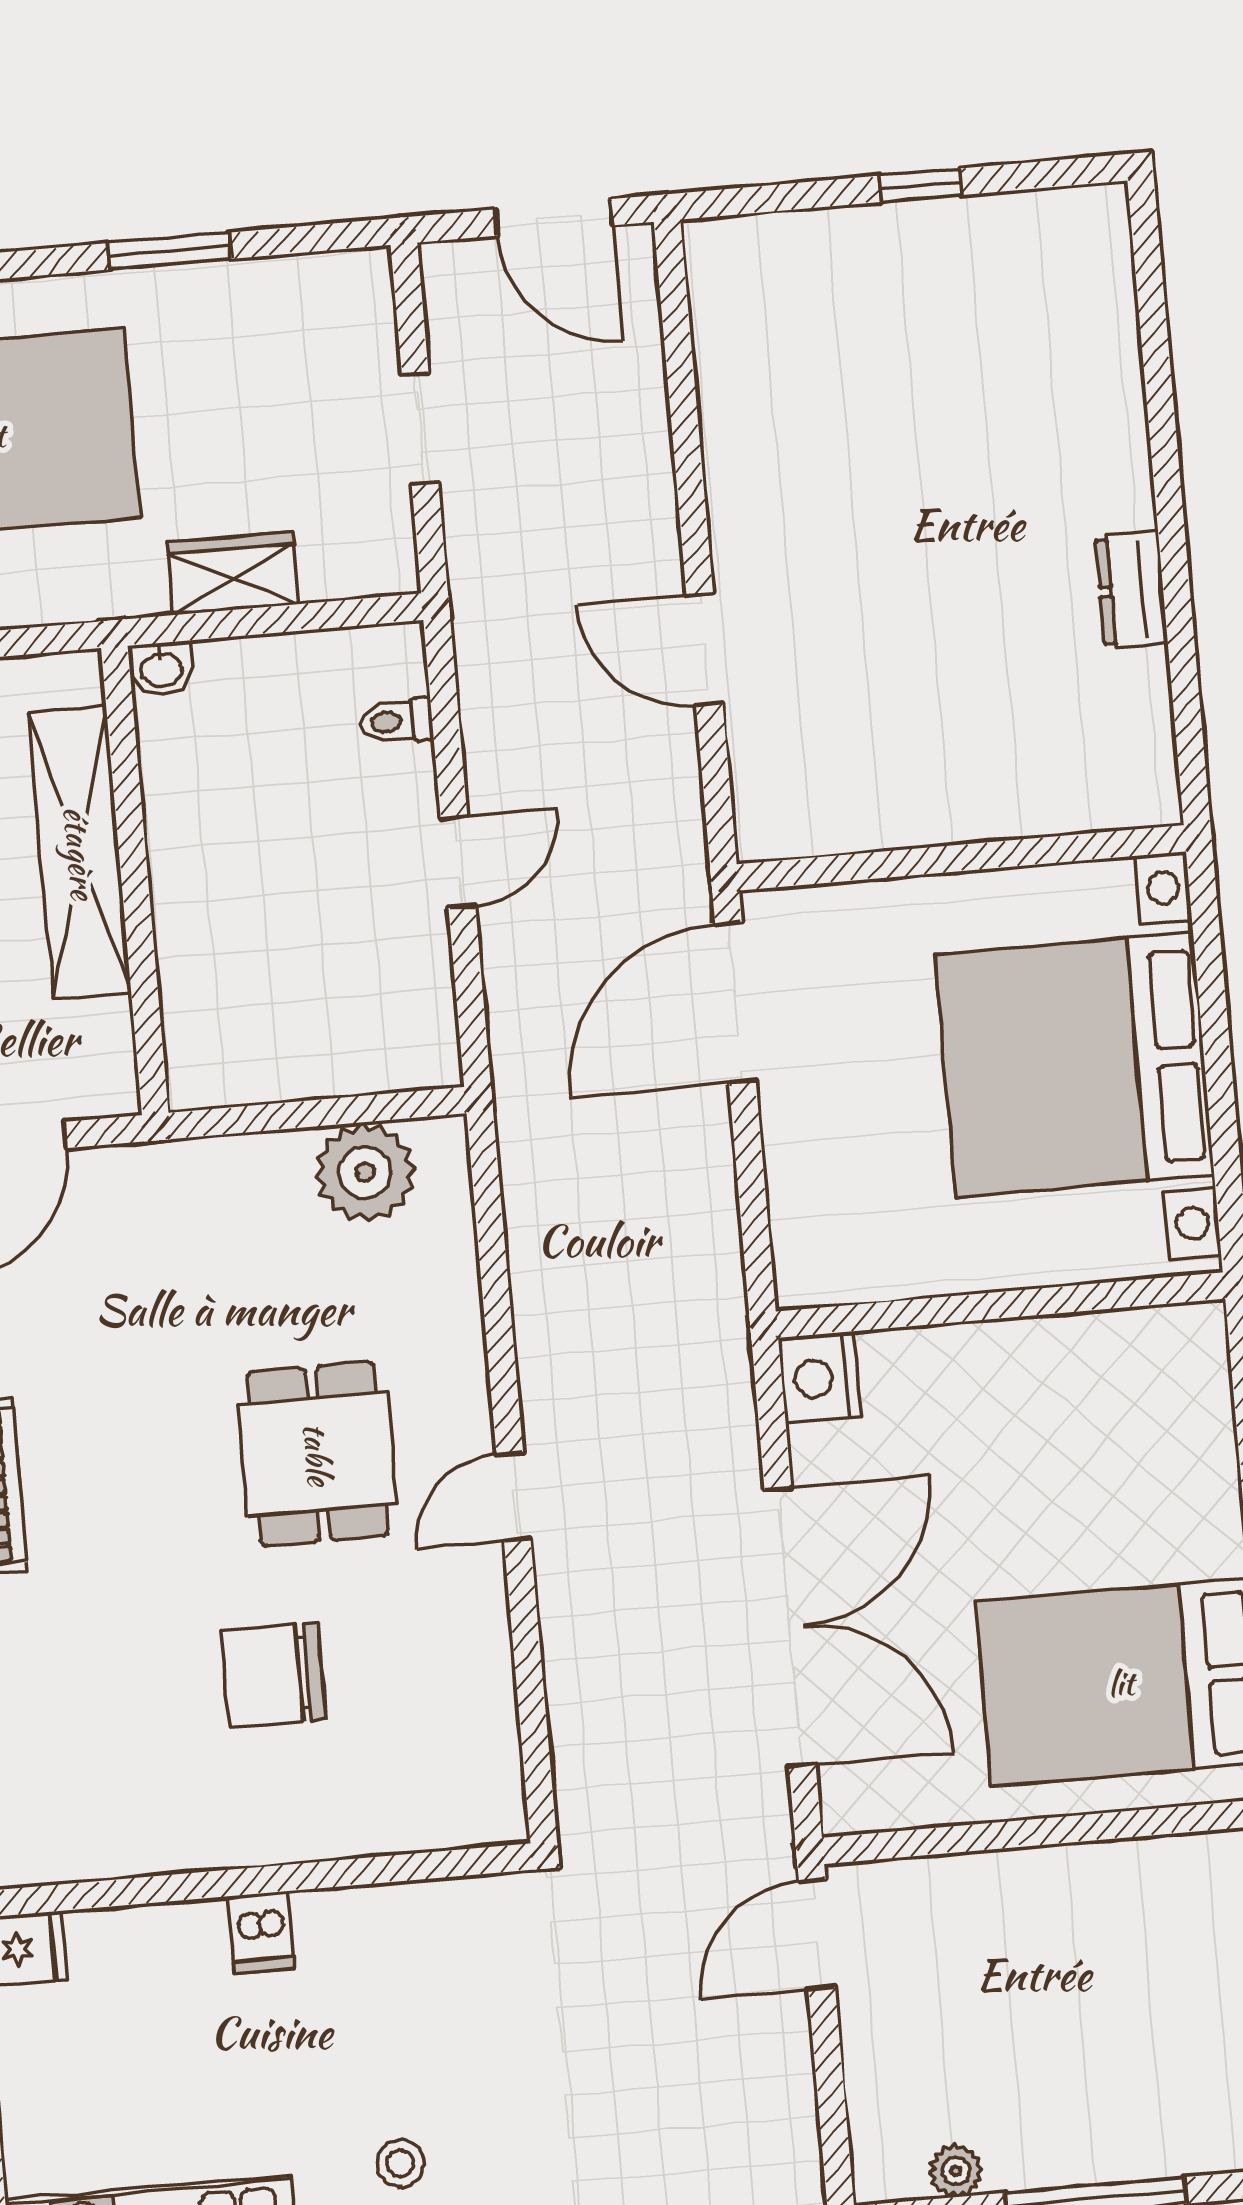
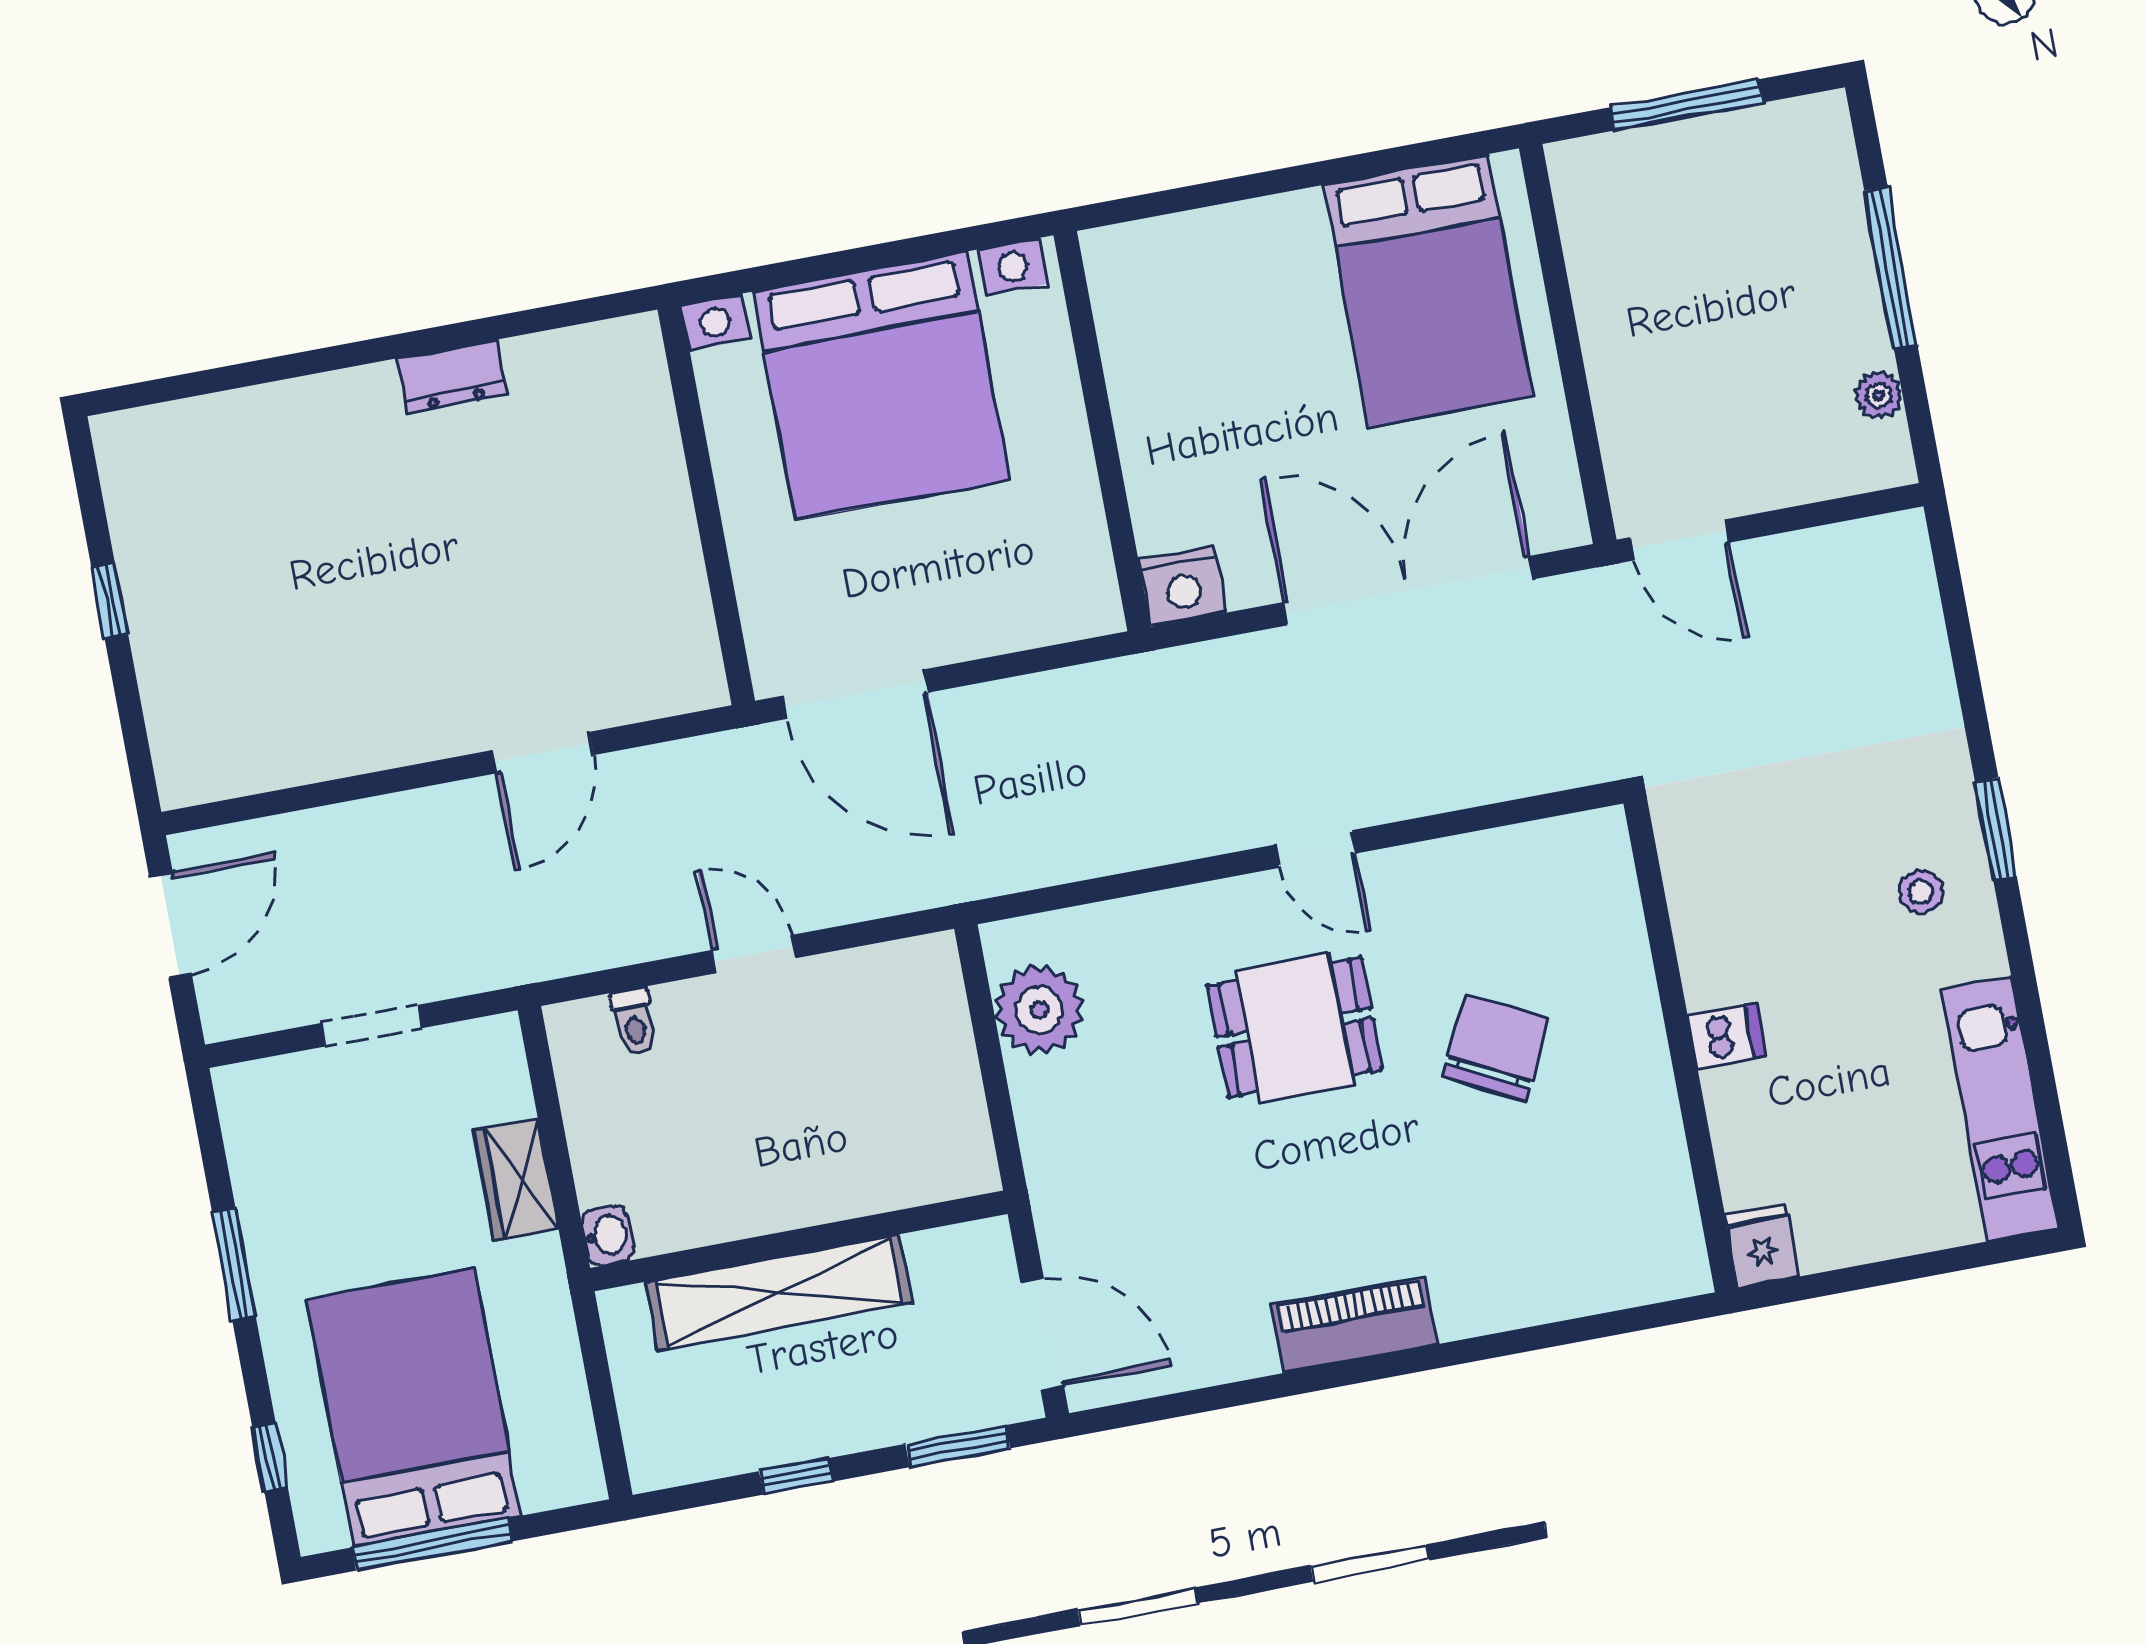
chair: (274, 1675) -> (1496, 1047), turned -153

